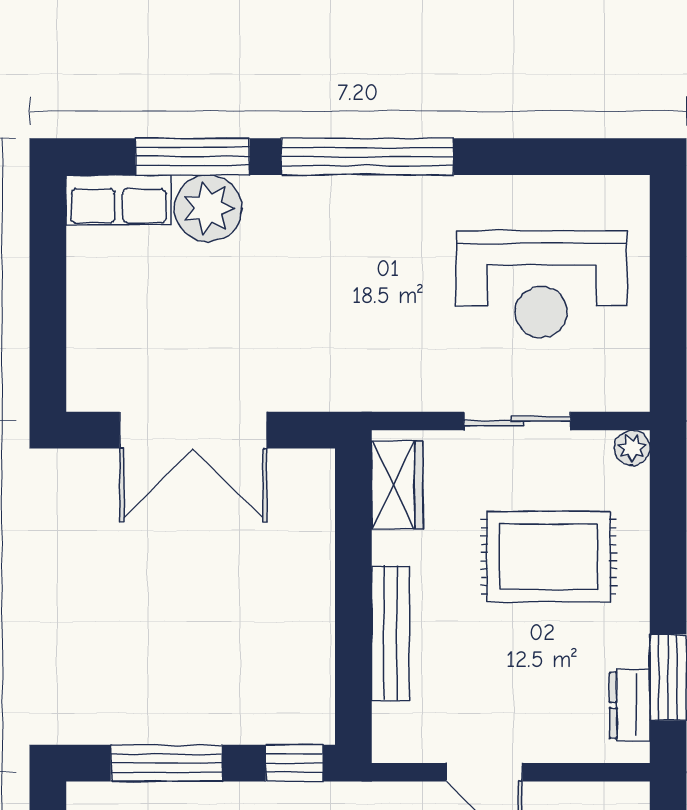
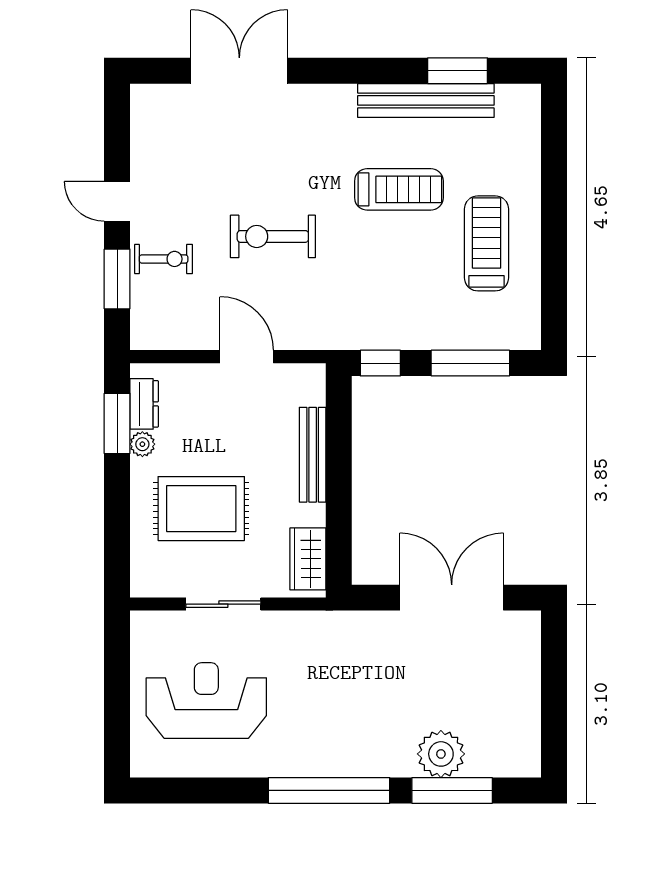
row of seats: (119, 200) -> (504, 760), removed
plant: (632, 448) -> (142, 444), moved

